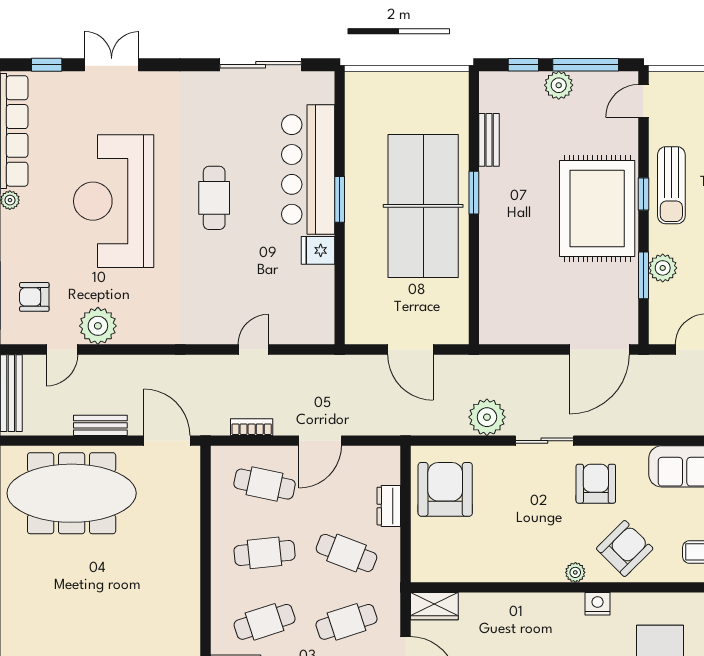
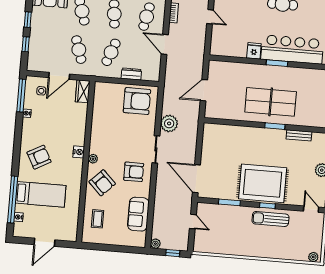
table tennis table: (423, 206) -> (271, 102), width x0.73, depth x0.76
plant: (663, 268) -> (232, 212), removed
nightstand: (598, 604) -> (79, 152), moved

